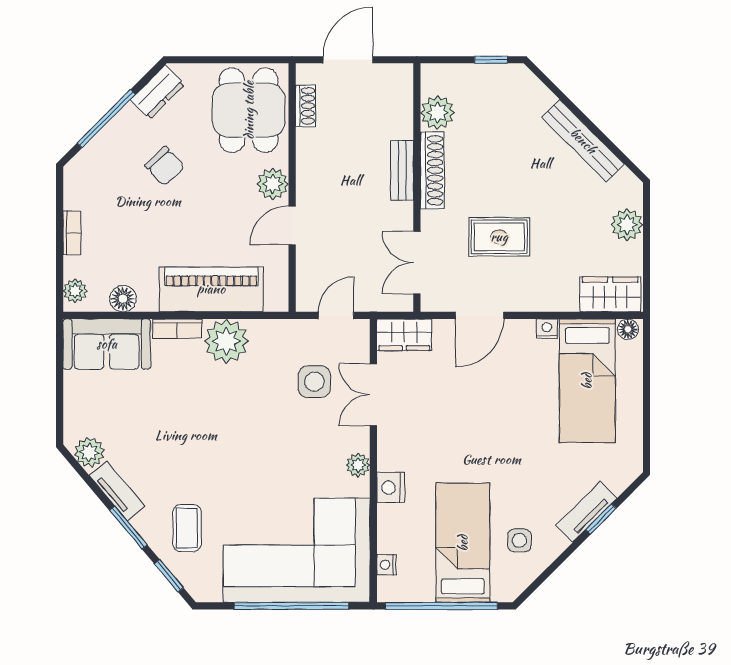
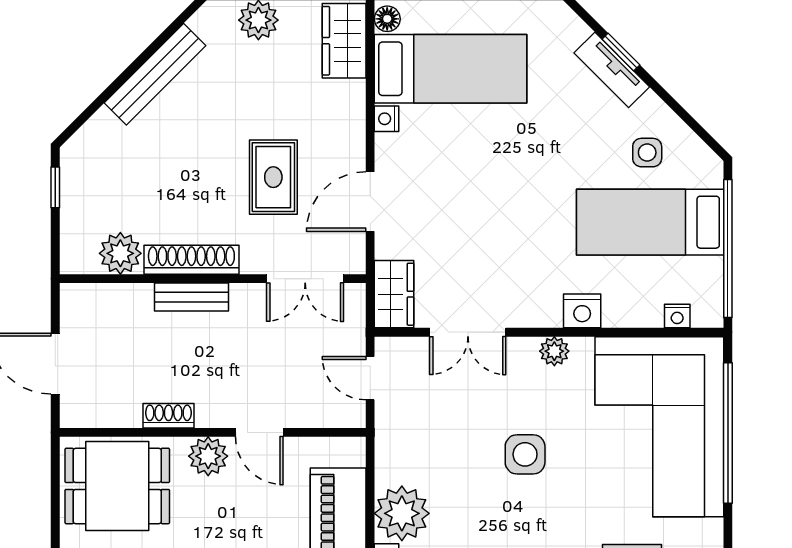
shoe rack: (306, 106) -> (168, 416), moved
door: (479, 315) -> (370, 202), swing flipped
side table: (314, 382) -> (525, 454), moved

